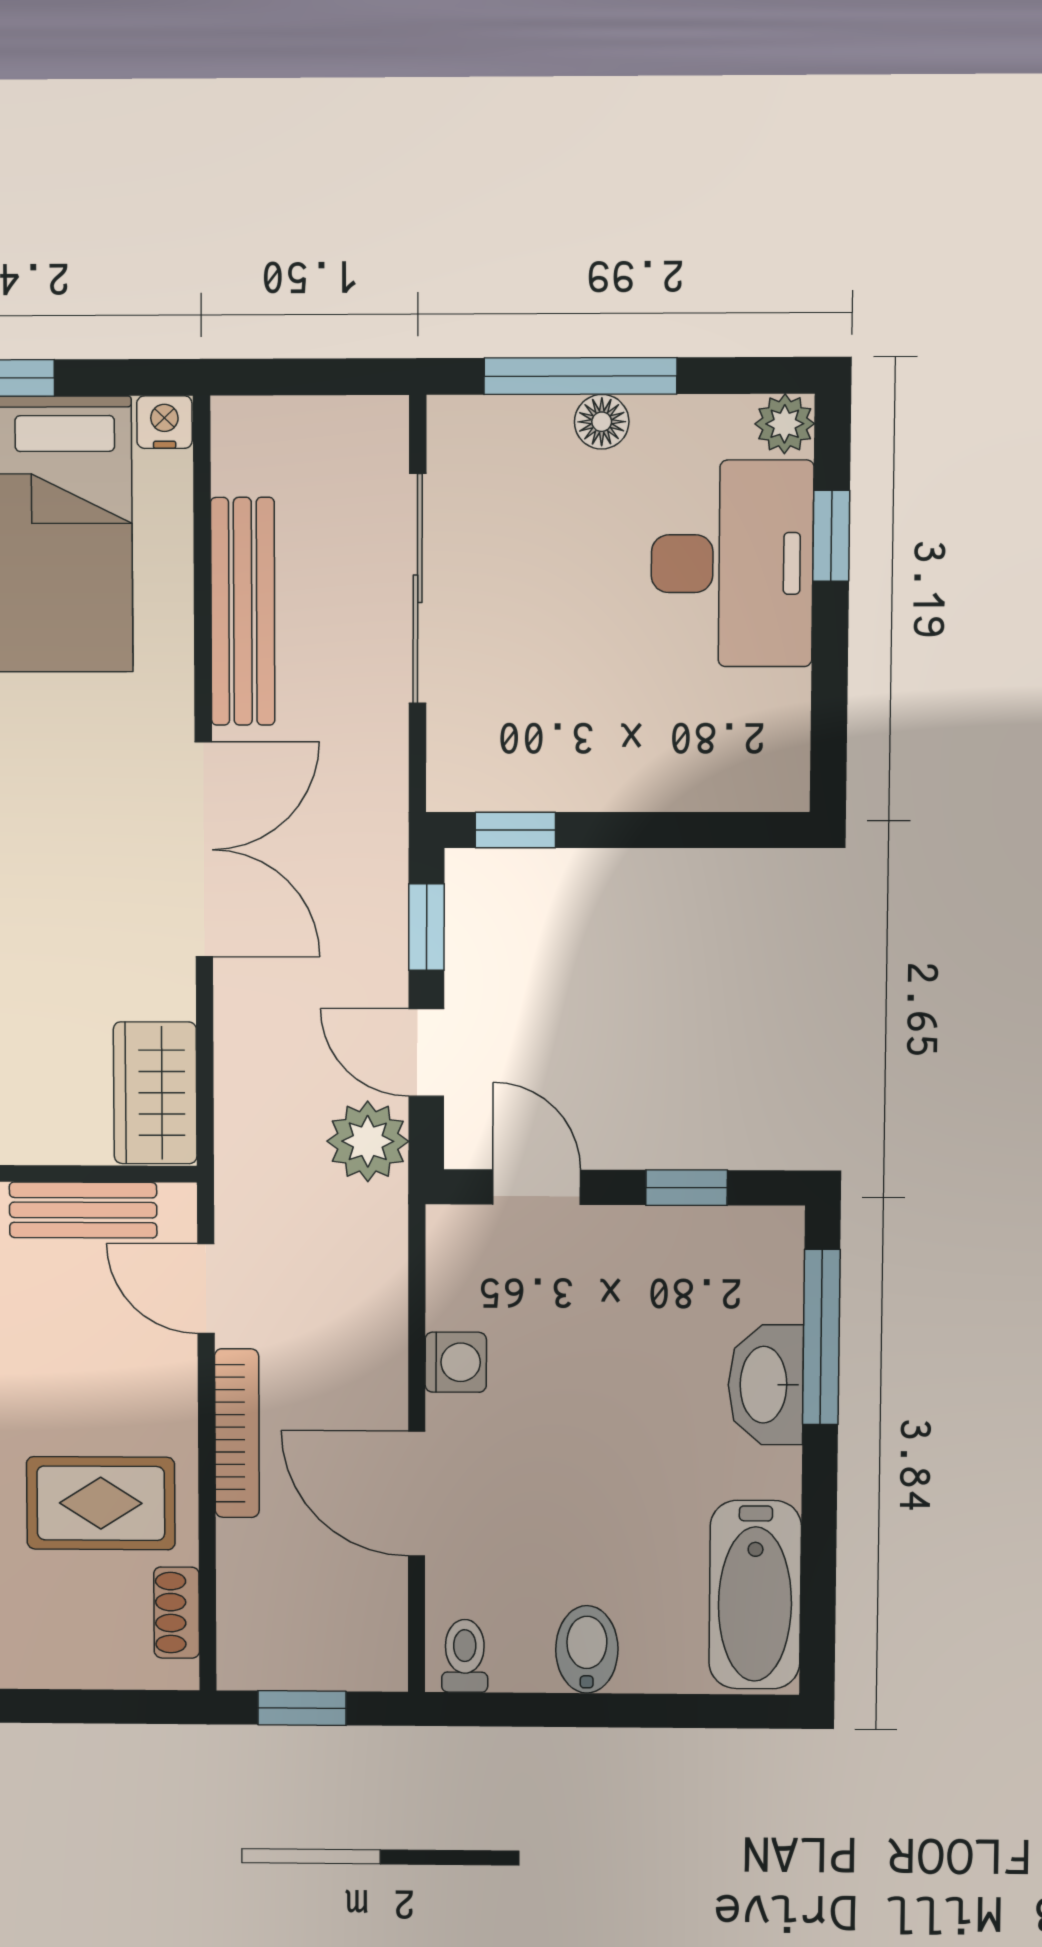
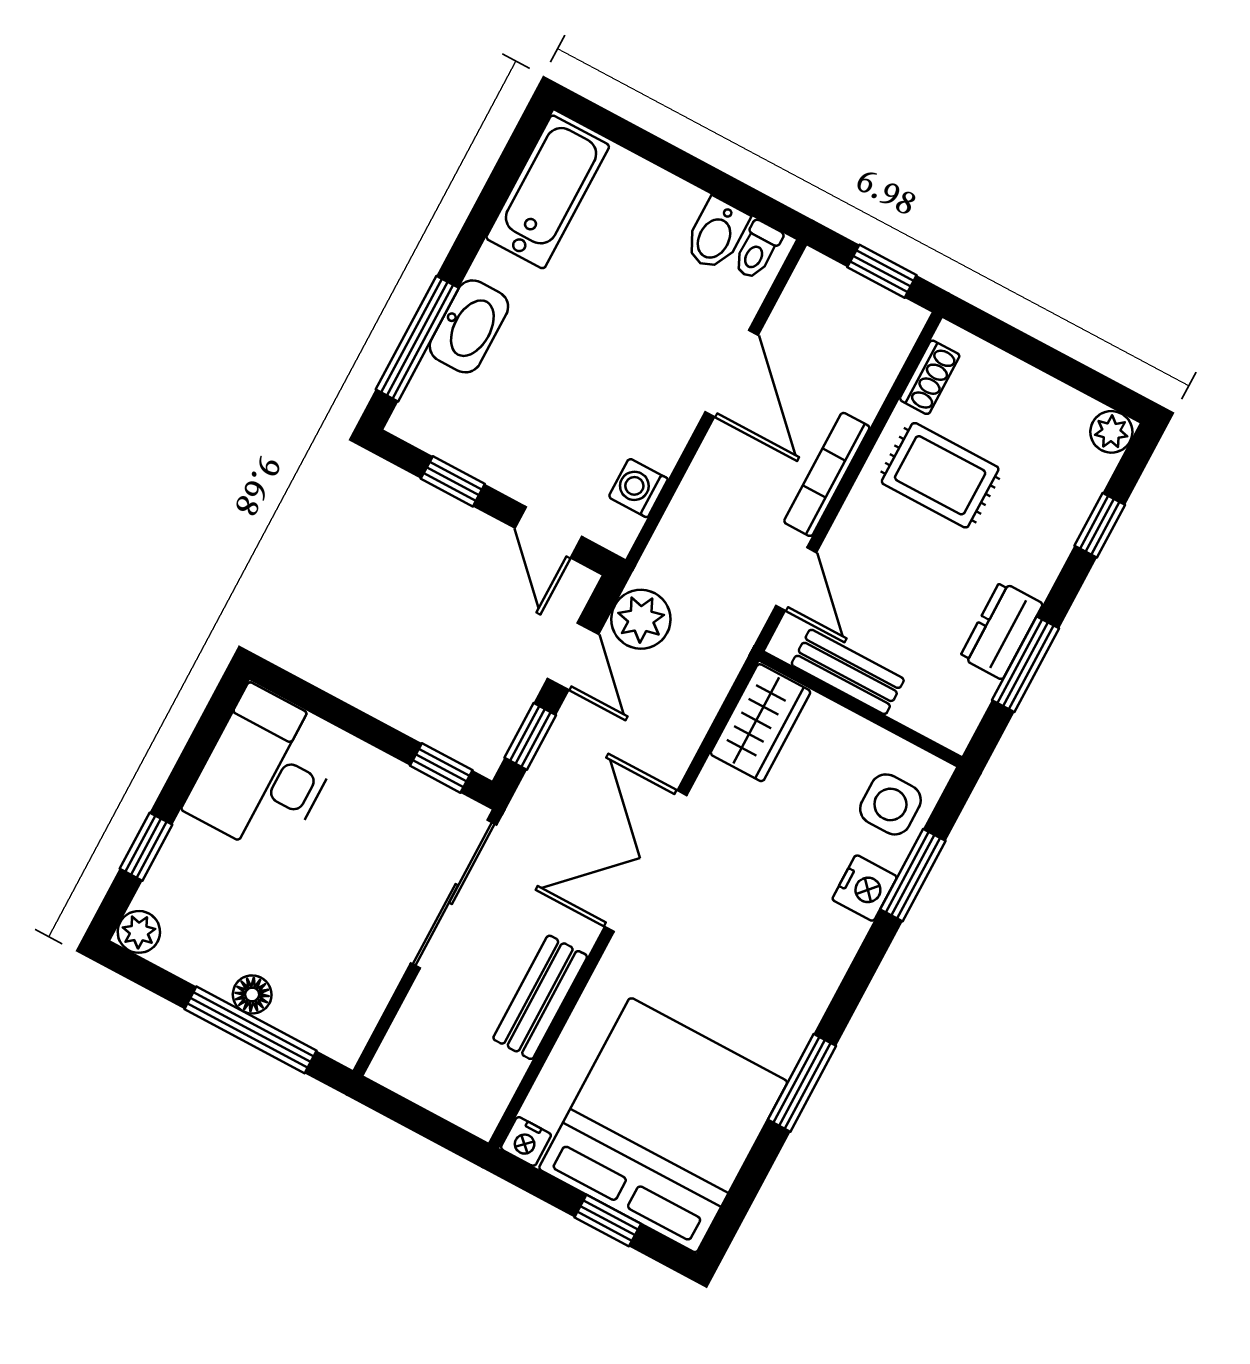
desk: (732, 564) -> (265, 772), moved
sliding door: (418, 589) -> (454, 894), moved
bench: (243, 612) -> (540, 997), width x0.73
washing machine: (456, 1362) -> (638, 488), moved
bidet: (587, 1649) -> (716, 234), moved

